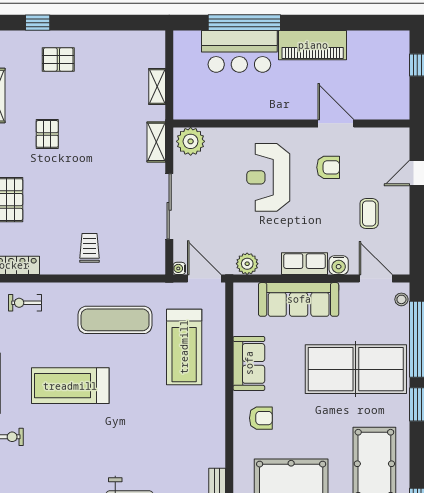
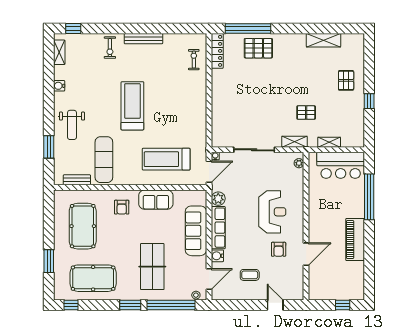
window: (38, 23) -> (369, 101), moved
bar counter: (239, 51) -> (341, 165), moved, turned -90
pallet: (47, 134) -> (306, 113), moved
plant: (191, 141) -> (299, 163), width x0.53, depth x0.53
reception desk: (268, 177) -> (272, 212), turned 90
trolley: (89, 248) -> (228, 100), removed
row of seats: (305, 264) -> (218, 228), width x1.48
exercise mat: (115, 320) -> (104, 160), moved
table tennis table: (356, 369) -> (152, 267), width x0.73, depth x0.76
treadmill: (70, 386) -> (132, 106), moved

